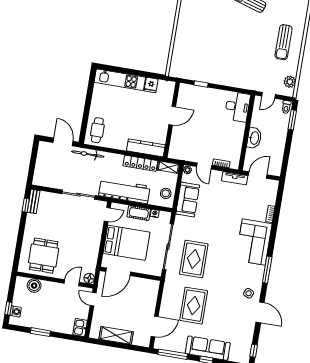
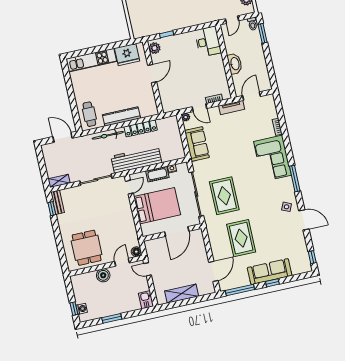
fridge: (151, 85) -> (127, 55), width x1.88, depth x1.34
plant: (184, 92) -> (155, 48), added
kitchen counter: (146, 148) -> (122, 117), moved
bicycle: (88, 154) -> (108, 135), moved
shelving: (168, 167) -> (59, 181), moved
stool: (166, 193) -> (175, 147), removed
door: (118, 272) -> (177, 231), moved
boiler: (34, 286) -> (103, 275), moved

